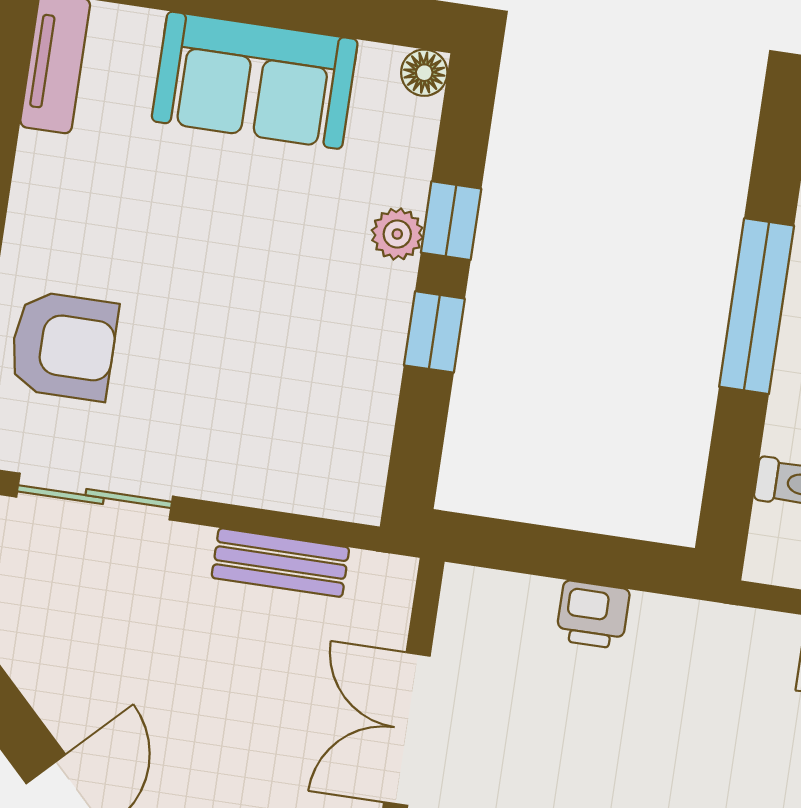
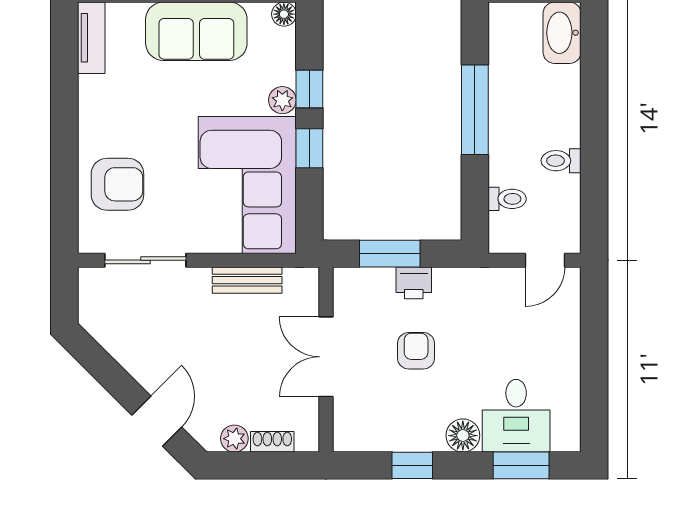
corner sofa: (307, 384) -> (247, 185), added
window: (556, 553) -> (390, 254), added
armchair: (578, 743) -> (416, 351), added

